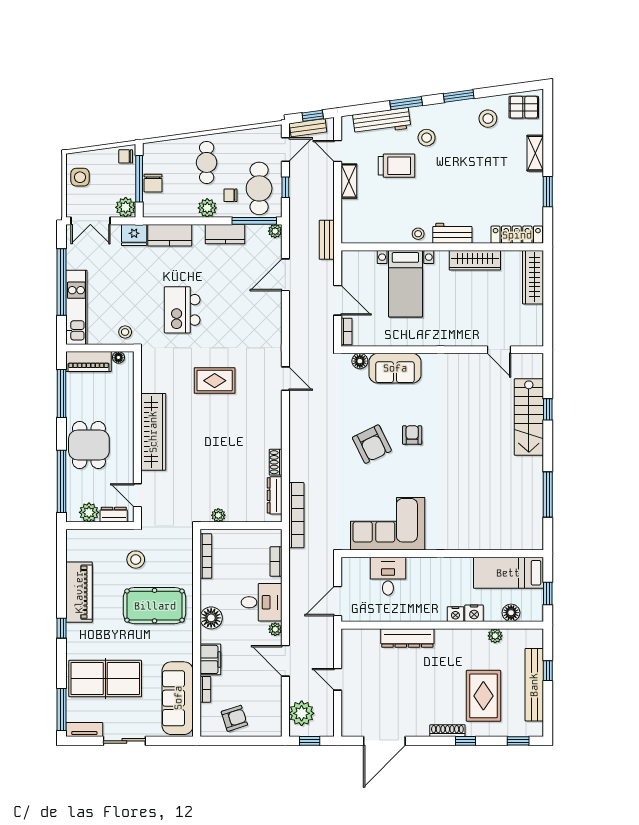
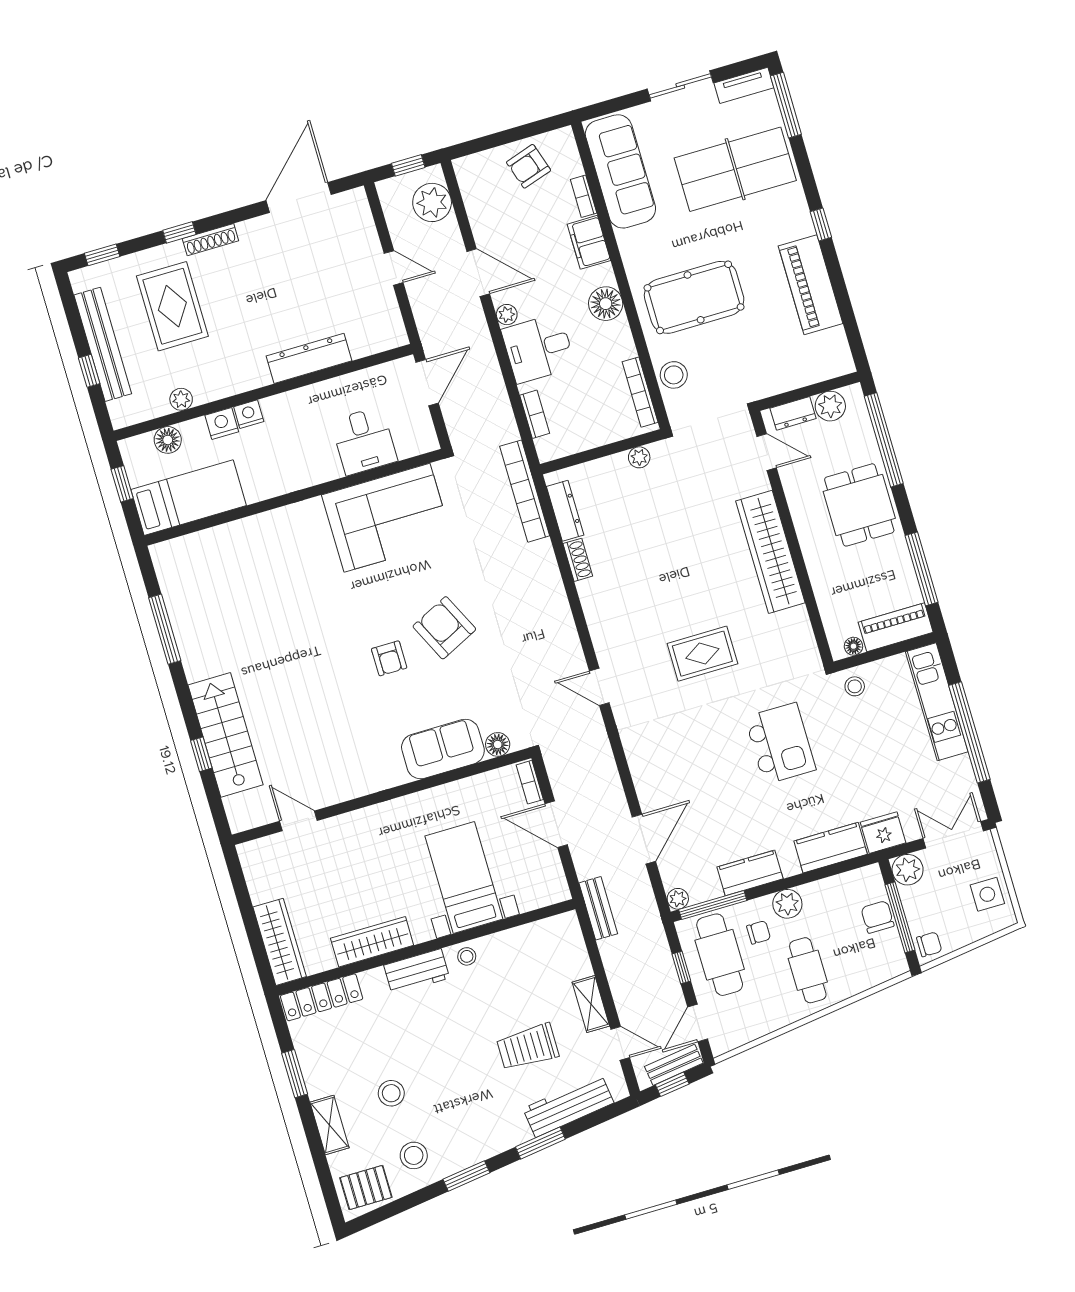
stool: (427, 138) -> (391, 1093), moved
stool: (136, 560) -> (674, 375), moved

